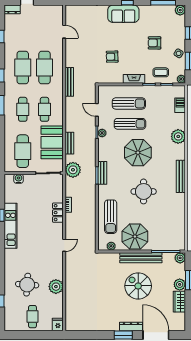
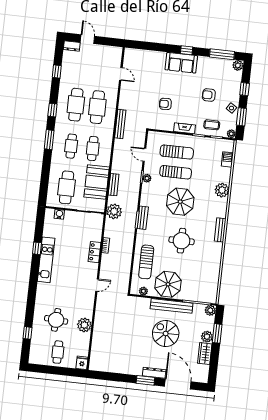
bench: (181, 176) -> (220, 230), width x0.73

